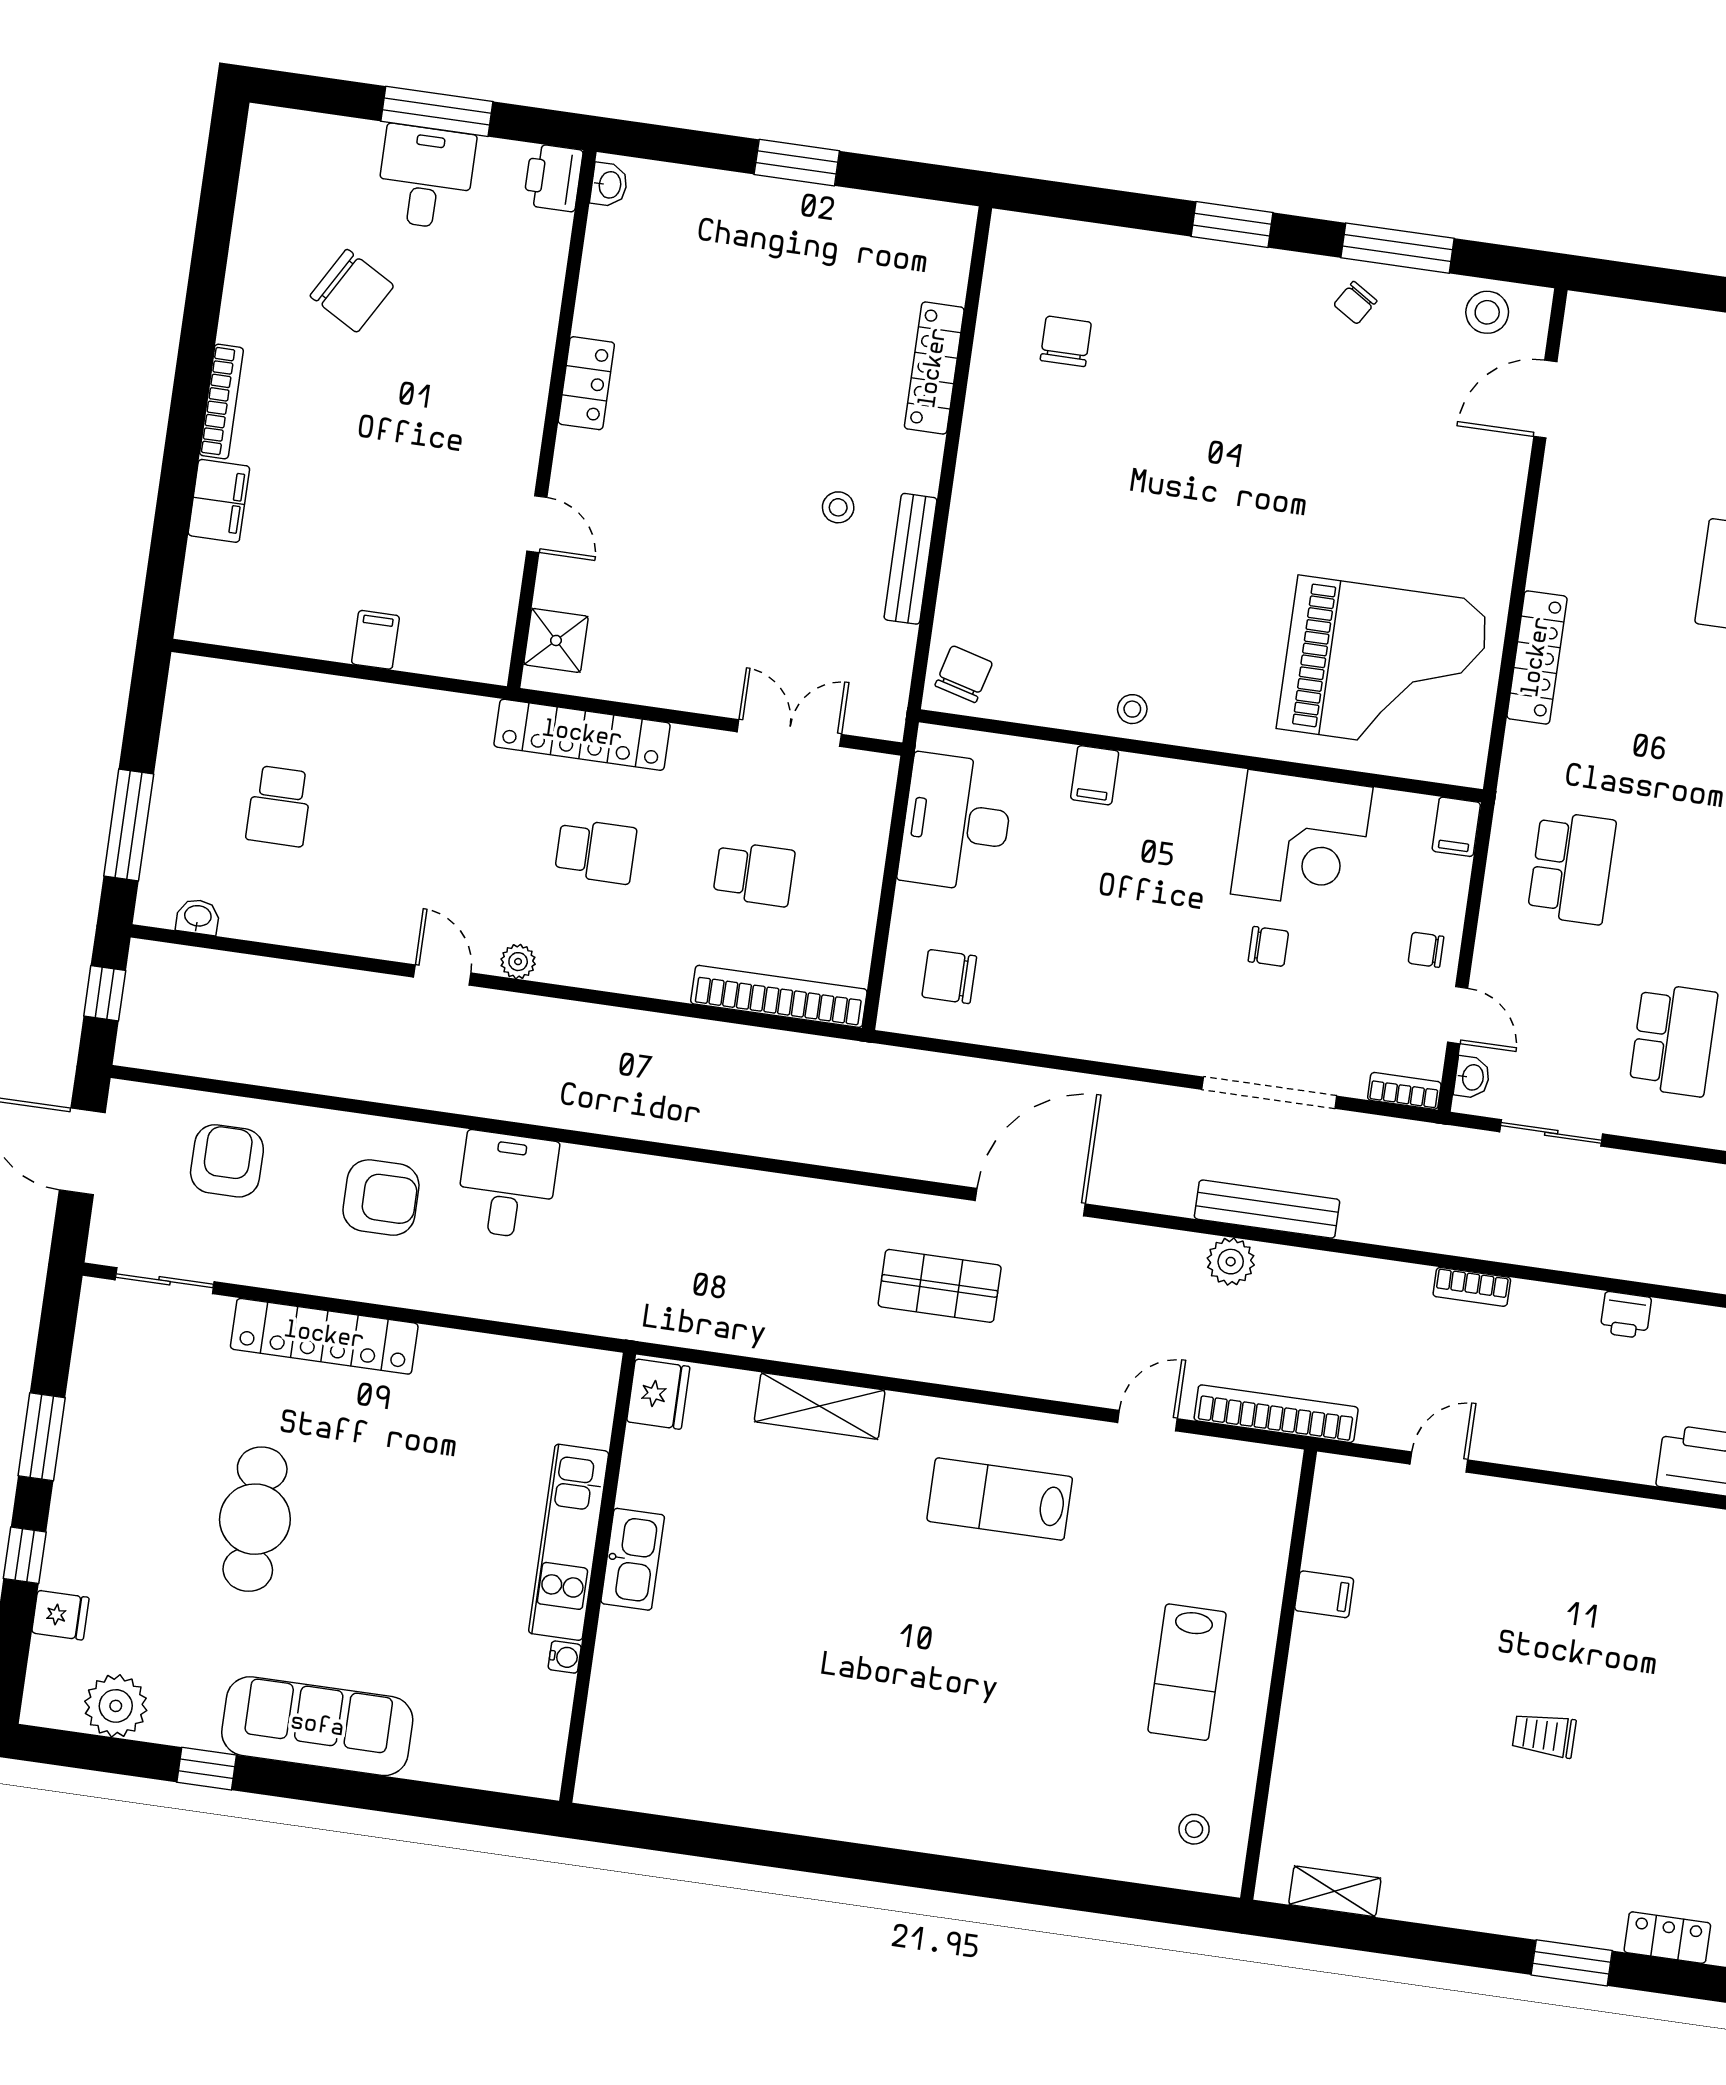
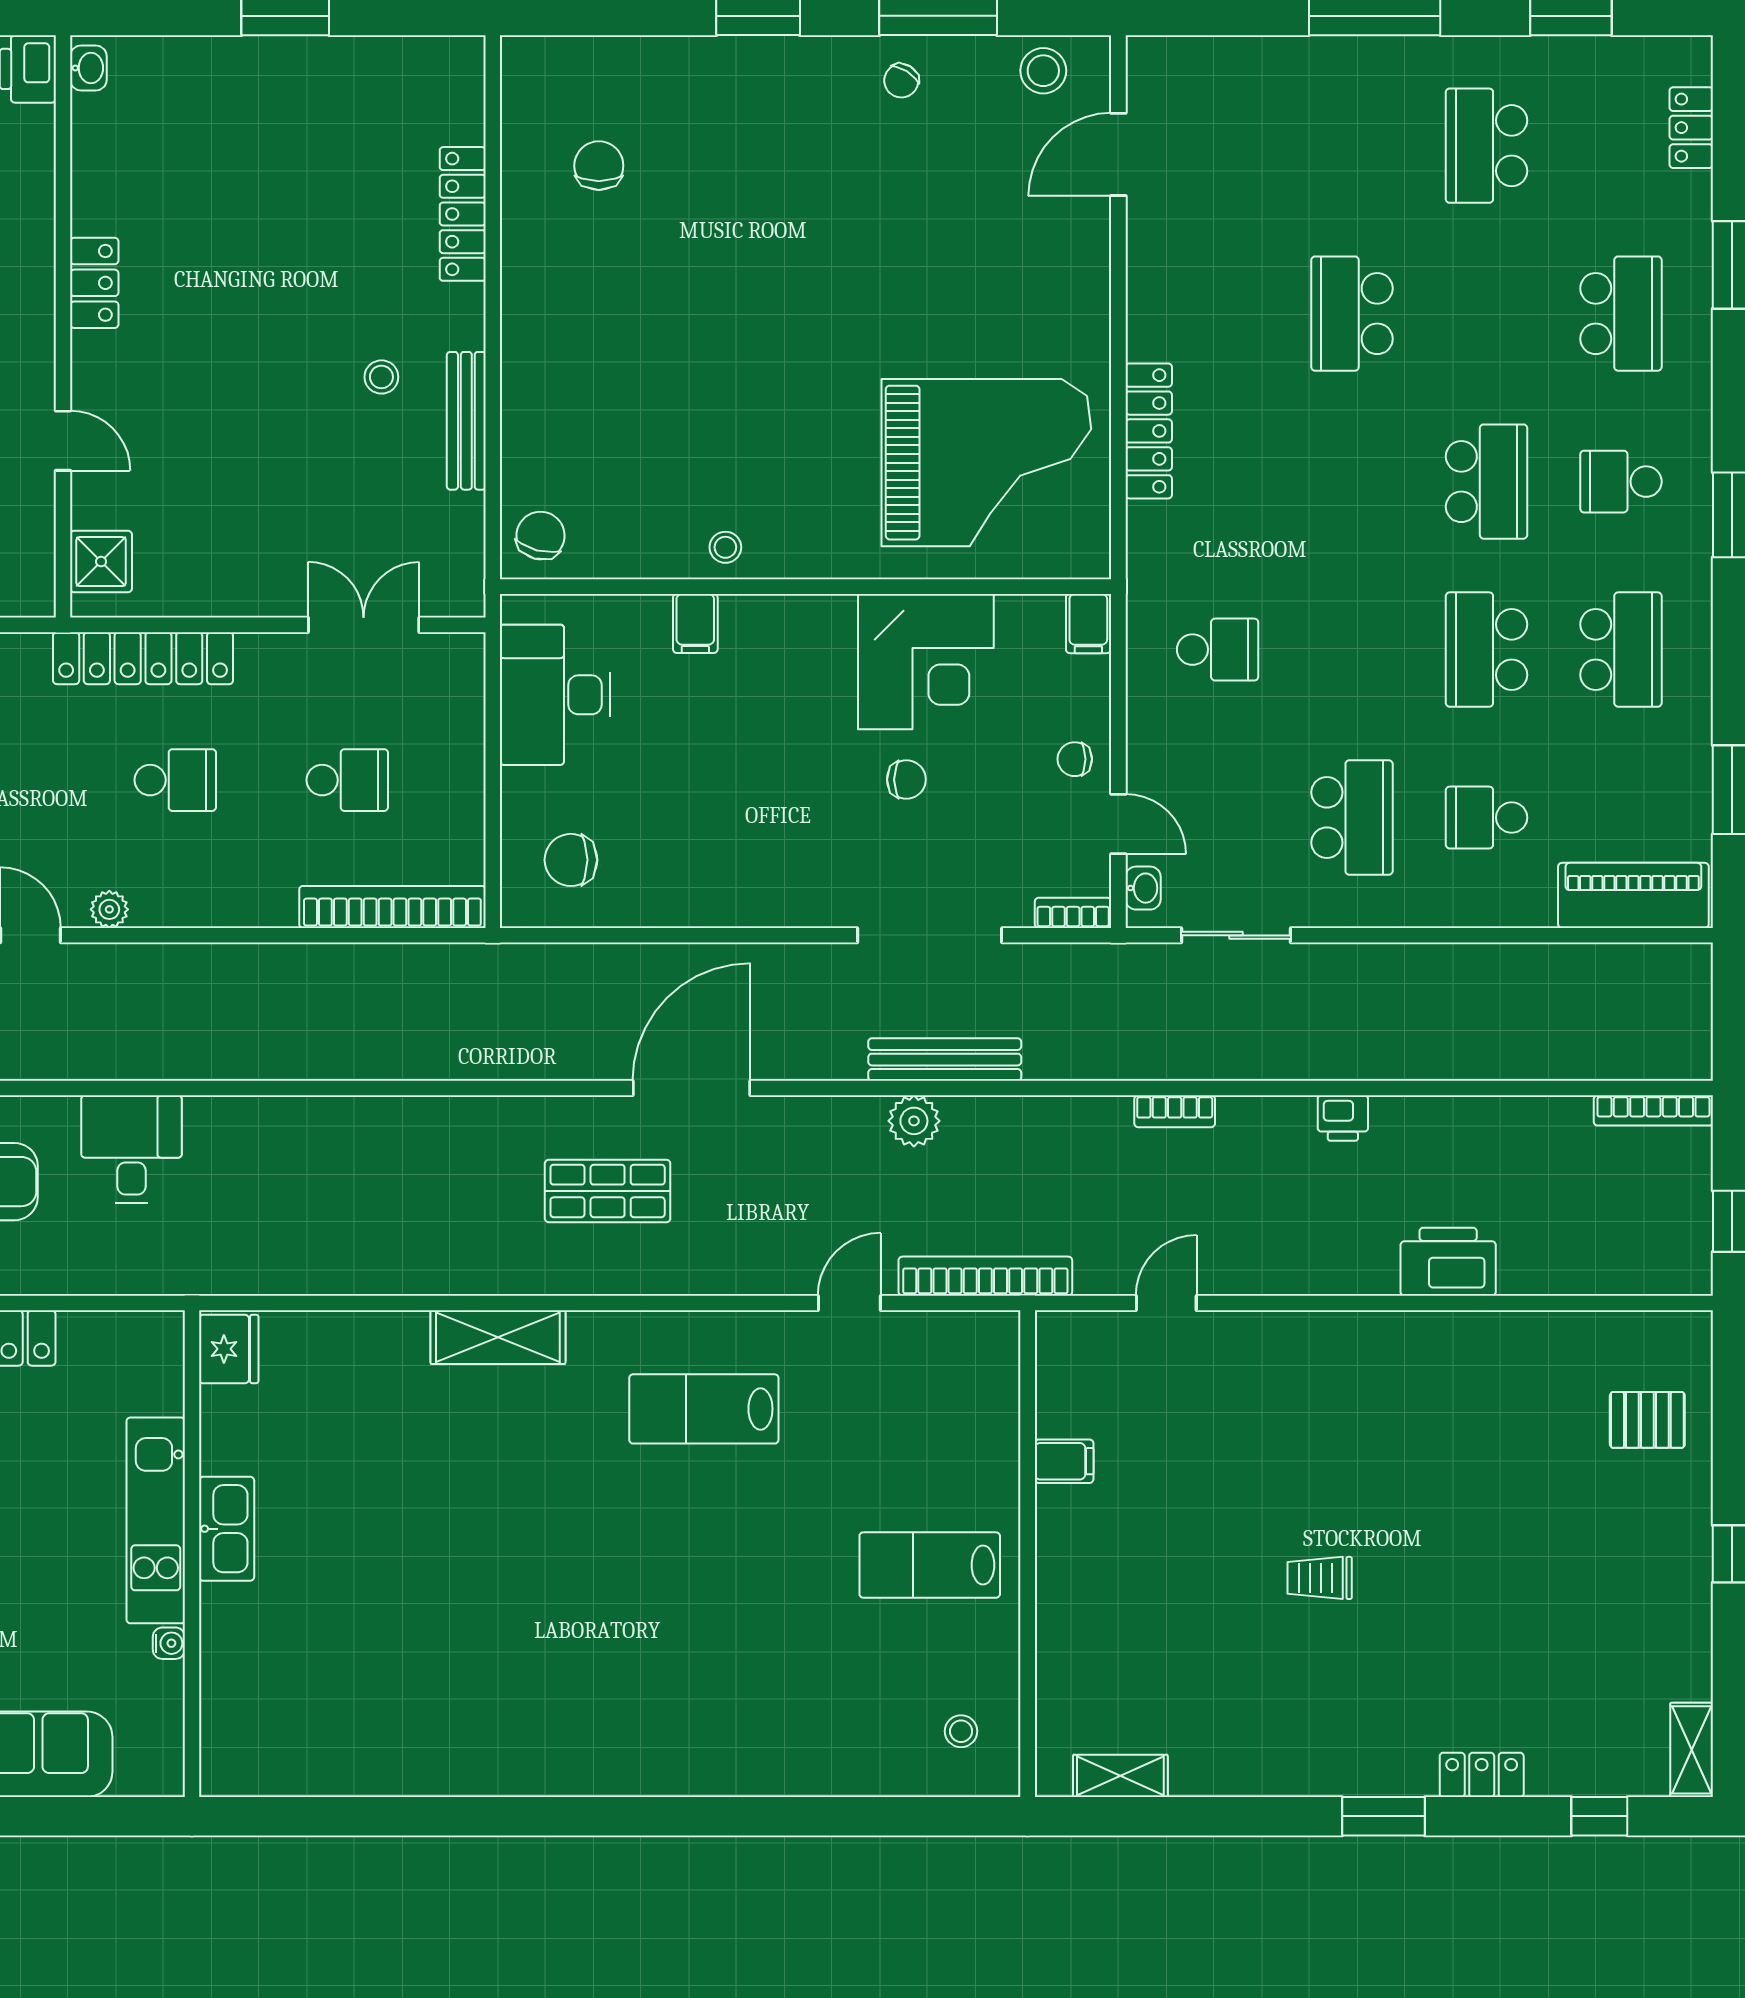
school desk: (1572, 868) -> (1218, 650), width x0.54
fridge: (658, 1394) -> (229, 1349), moved
kitchen unit: (569, 1542) -> (156, 1520), moved
kitchen sink: (633, 1559) -> (227, 1529), moved
wall: (598, 1578) -> (192, 1554), moved
water cooler: (565, 1657) -> (169, 1643), moved
lab bench: (1187, 1672) -> (930, 1565), turned 90

